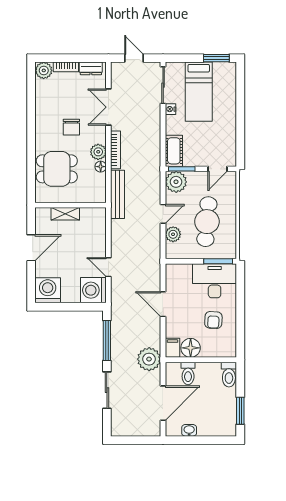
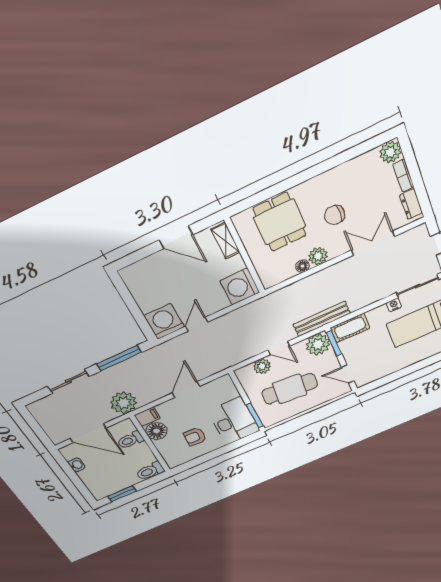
bookcase: (116, 150) -> (328, 273), removed
bench: (118, 194) -> (322, 319), moved
shelving: (65, 214) -> (225, 241), moved
washing machine: (48, 290) -> (240, 287), moved, turned 180

